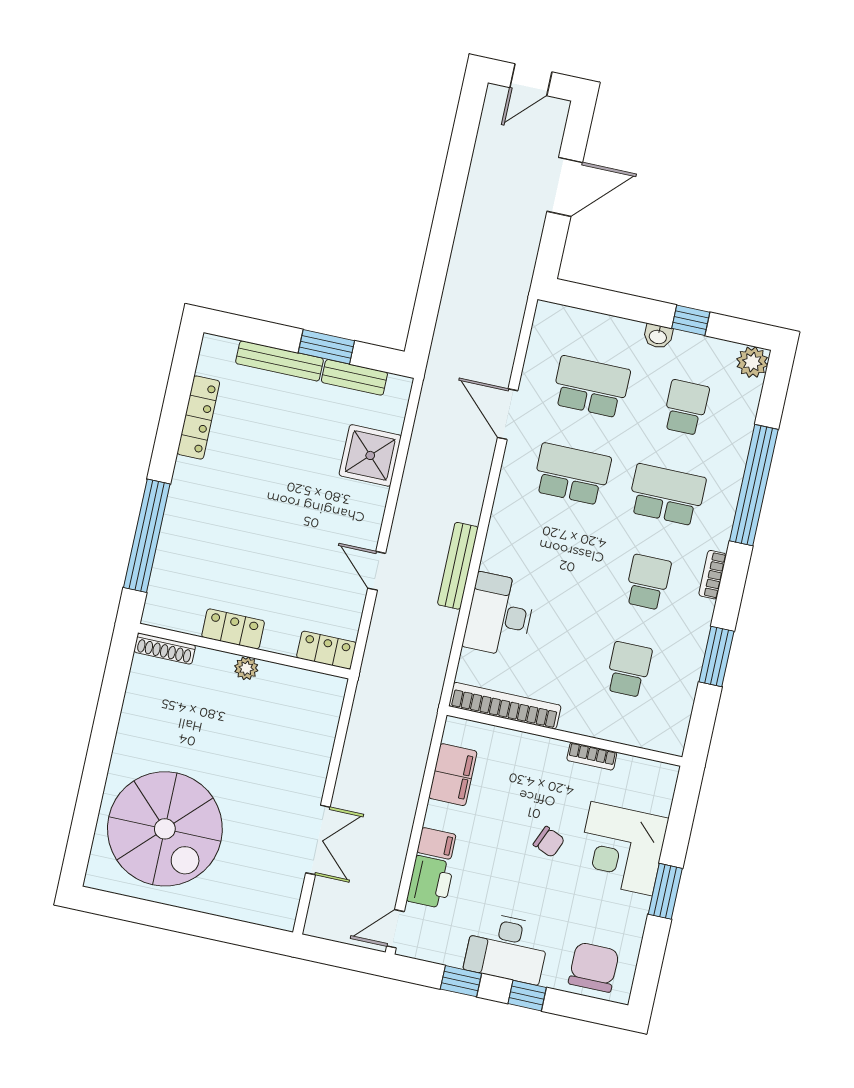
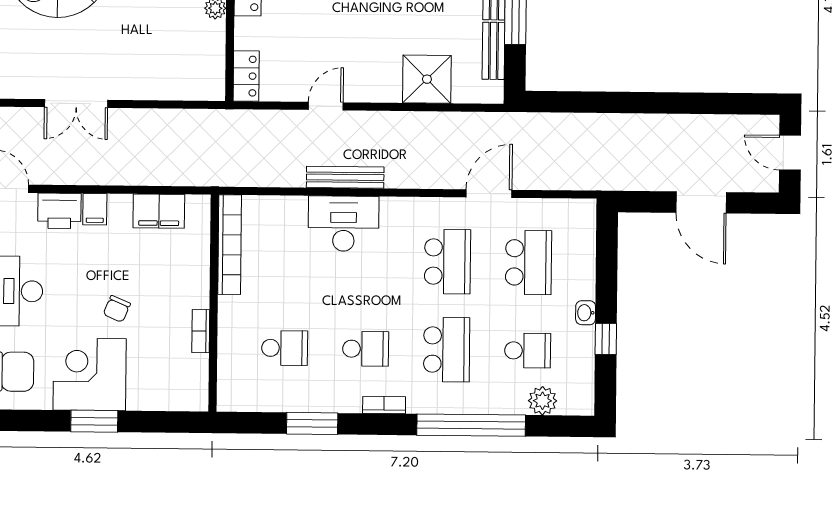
plant: (752, 362) -> (542, 401), moved
desk: (500, 615) -> (343, 224), moved
corner desk: (622, 849) -> (90, 374), moved

